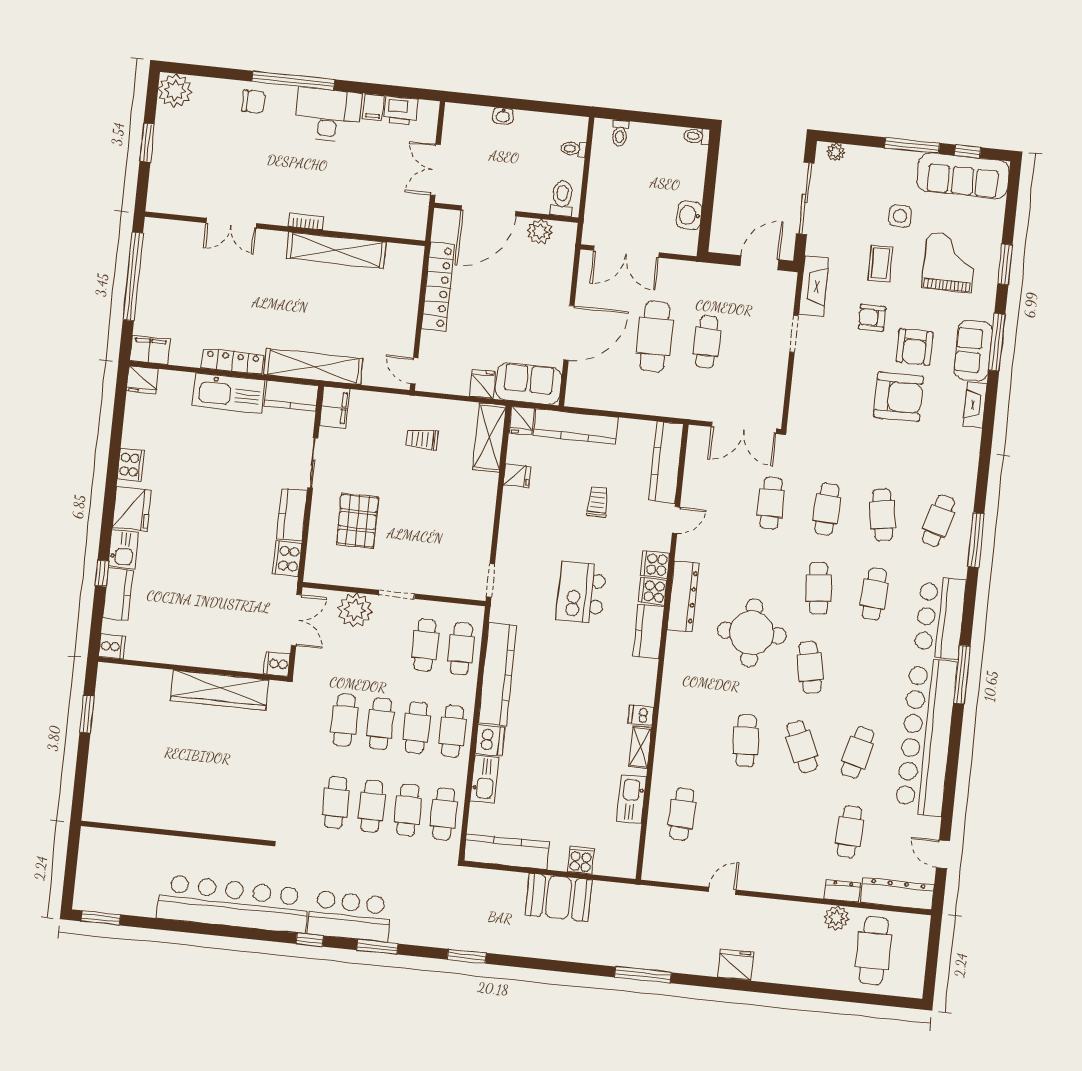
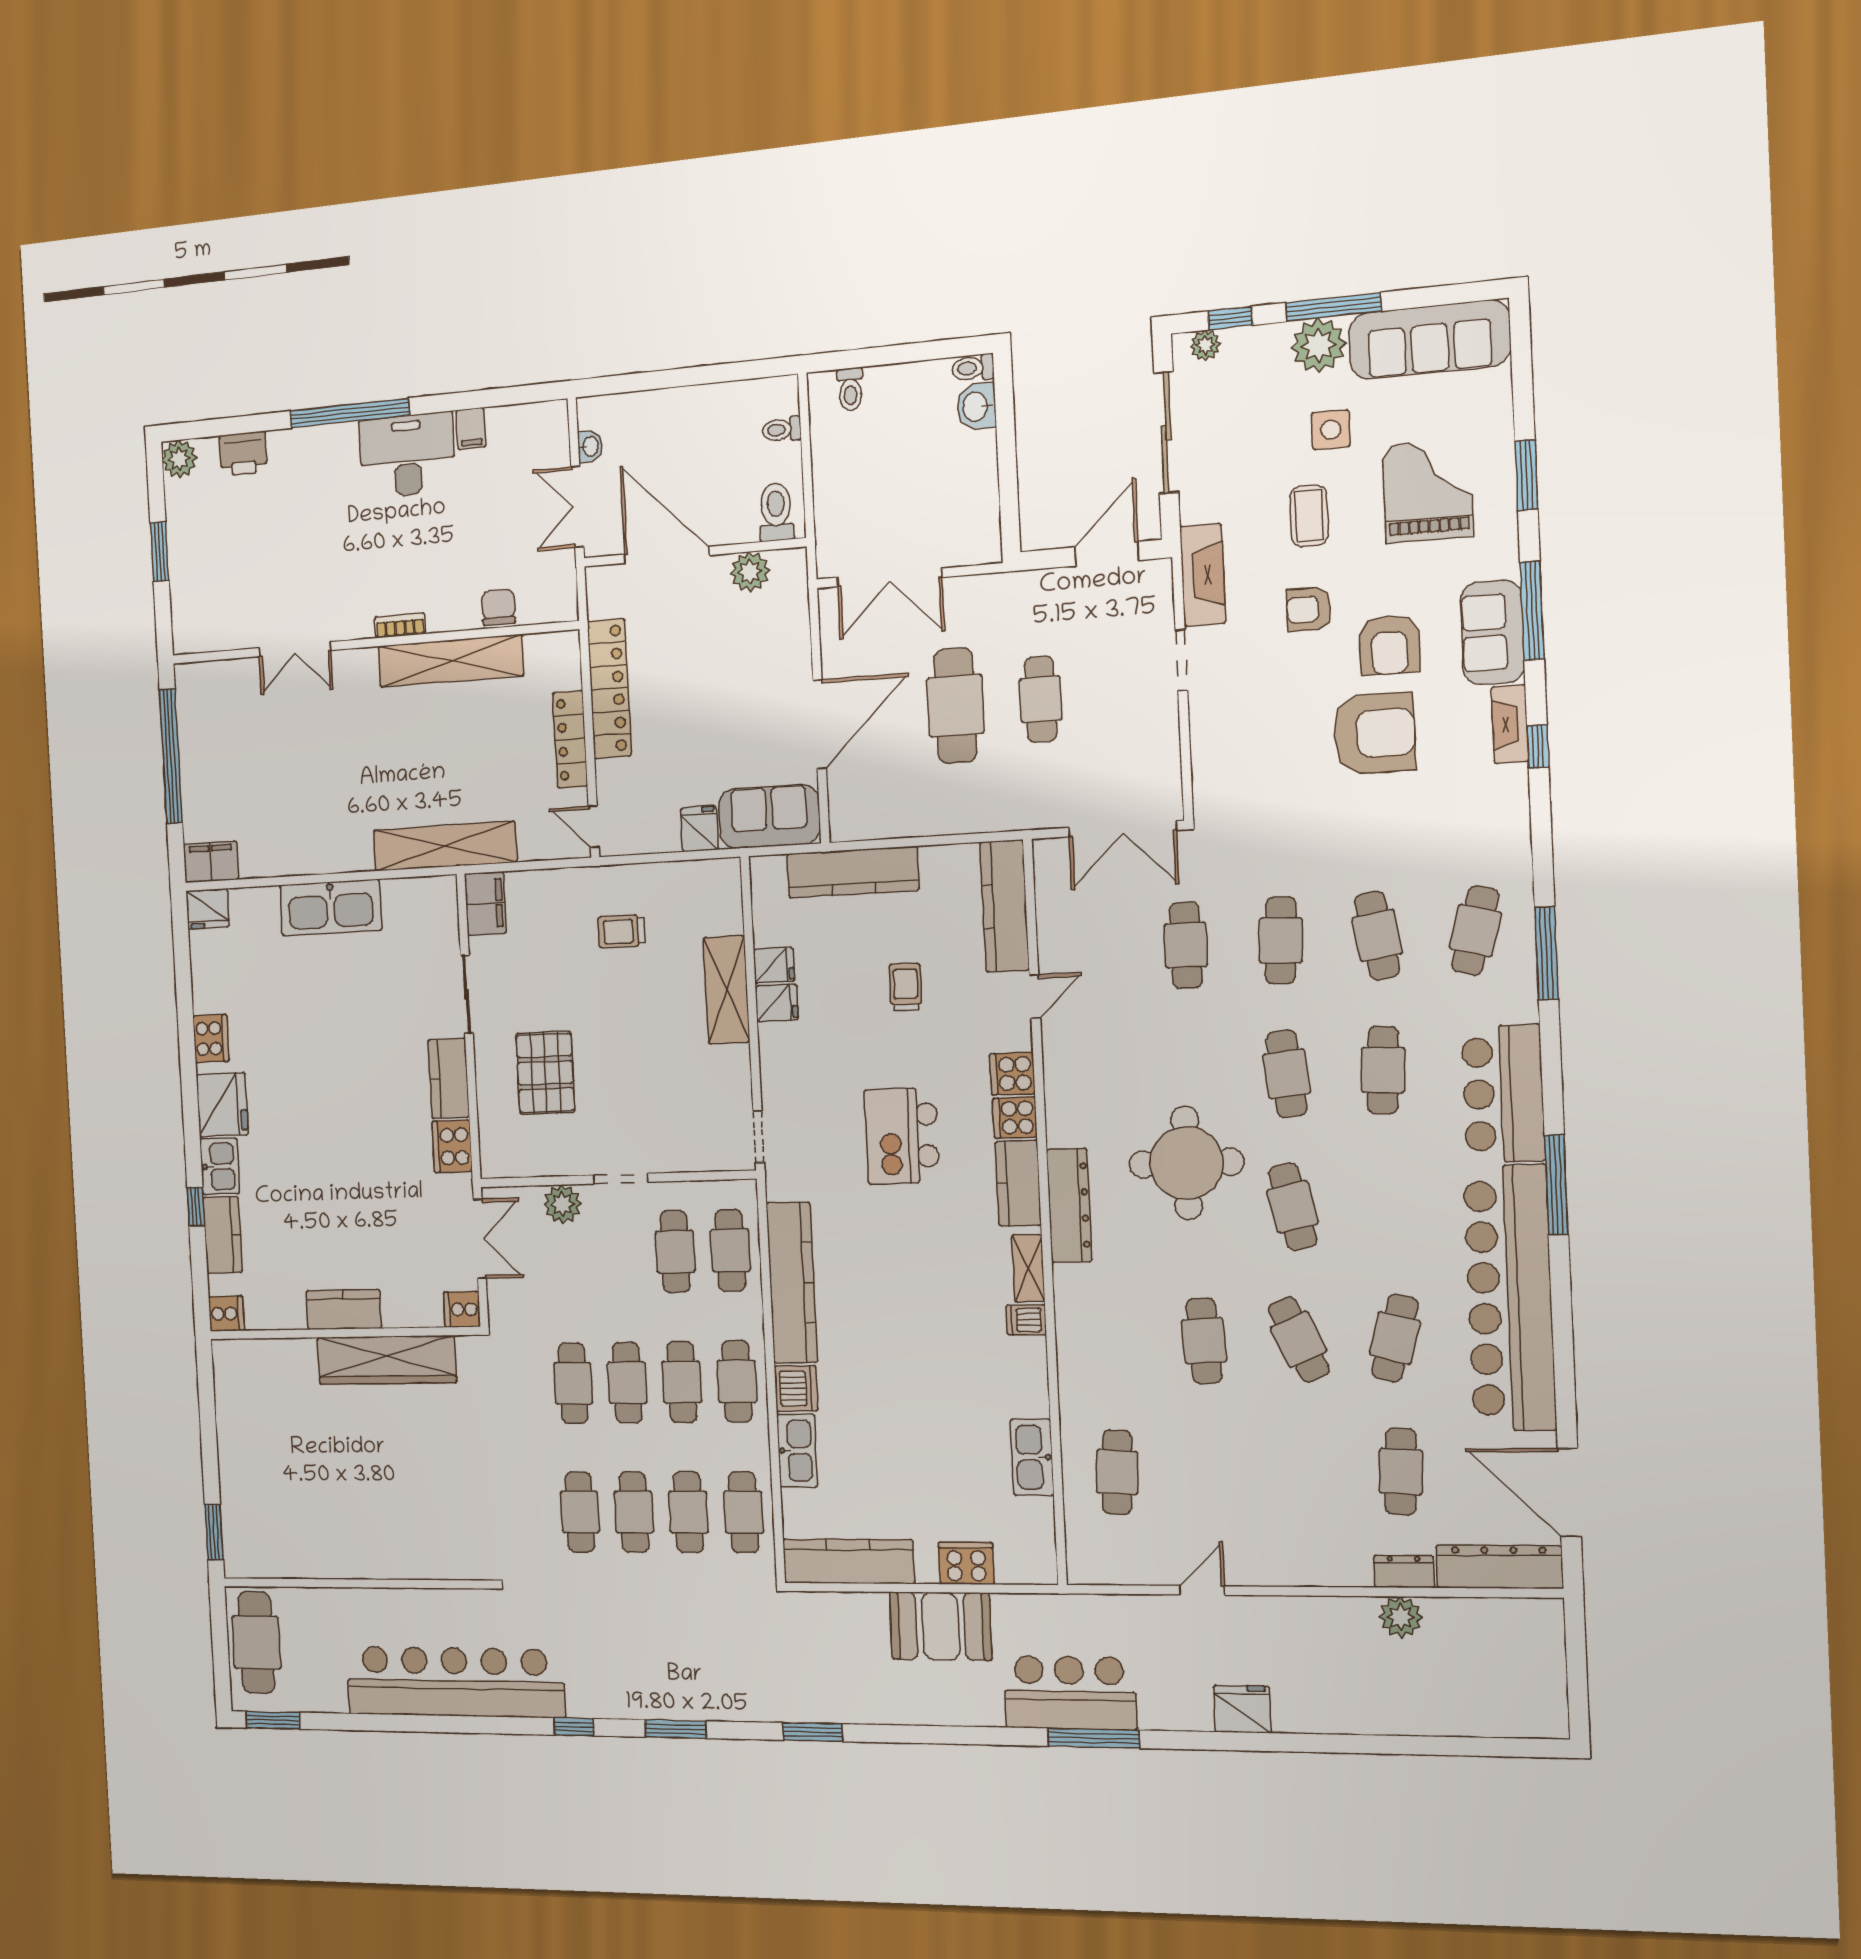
plant: (175, 91) -> (179, 459), width x0.73, depth x0.73
chair: (253, 102) -> (499, 607), moved, turned -90
printer: (400, 111) -> (243, 454), moved
washbasin: (503, 116) -> (590, 446), moved, turned -90
window: (968, 151) -> (1230, 318), moved
plant: (900, 166) -> (1319, 345), added
door: (488, 211) -> (667, 555), swing flipped
washbasin: (689, 215) -> (976, 407), moved
locker: (233, 361) -> (570, 739), moved, turned -90
kitchen counter: (291, 396) -> (344, 1309), moved, turned 180
fridge: (522, 420) -> (777, 1003), moved, turned -90
window: (989, 420) -> (1538, 747), added
shelving: (489, 437) -> (727, 990), moved
dresser: (683, 596) -> (1069, 1205), moved
plant: (355, 610) -> (562, 1204), width x0.73, depth x0.73
window: (87, 714) -> (214, 1532), moved
shelving: (640, 747) -> (1028, 1268), moved
door: (943, 854) -> (1569, 1493), width x1.87
cooker: (581, 860) -> (966, 1563), width x1.36
bar counter: (349, 916) -> (1070, 1693), moved
cafe table: (874, 951) -> (256, 1642), moved

